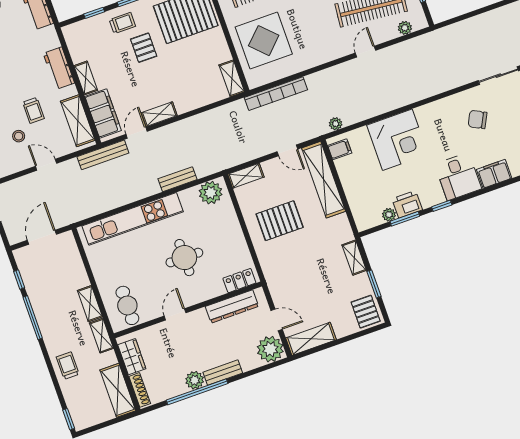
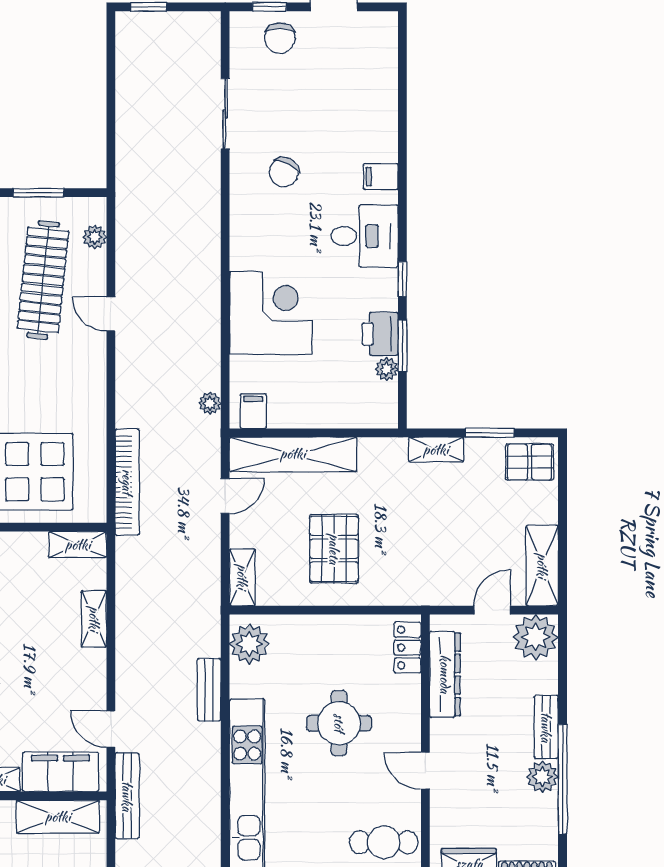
shelving: (159, 114) -> (94, 619), moved
filing cabinet: (494, 174) -> (381, 177), width x0.50

